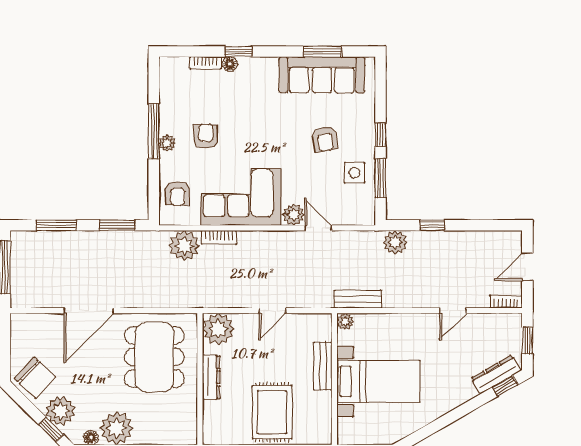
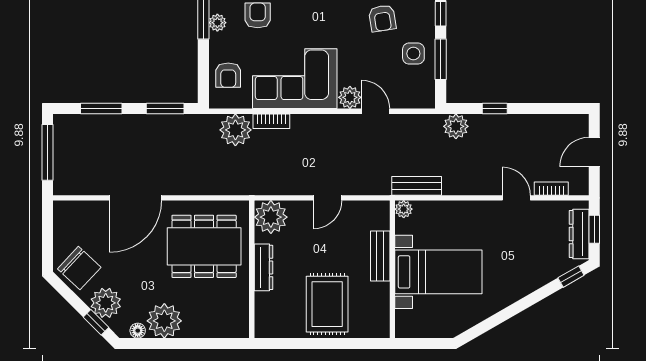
bookcase: (506, 302) -> (551, 189), moved
door: (453, 311) -> (516, 198), swing flipped
dining table: (154, 357) -> (204, 246), turned 90
dresser: (496, 374) -> (579, 234), moved, turned -60

